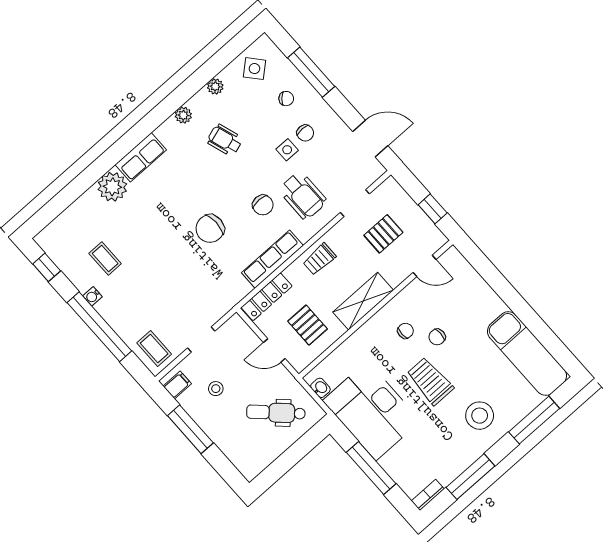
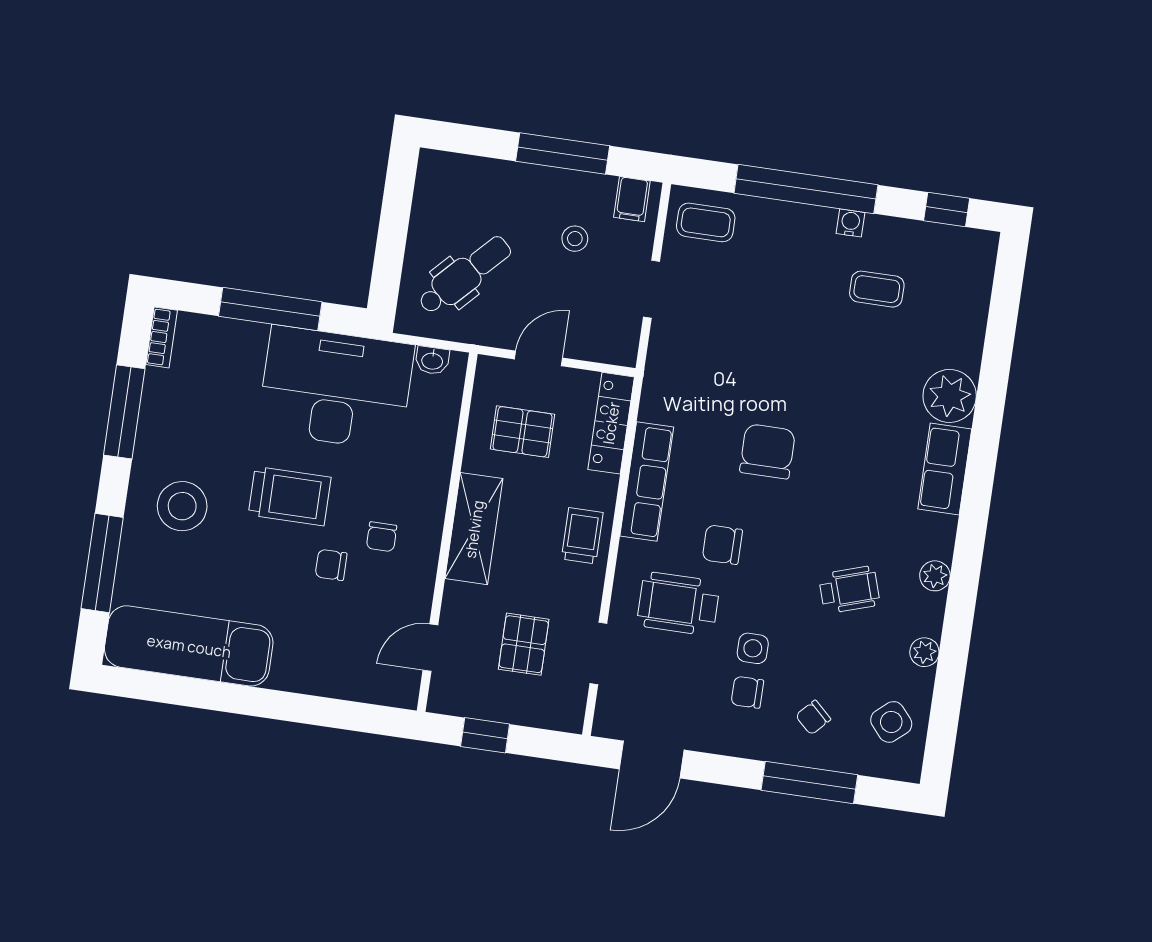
chair: (437, 337) -> (331, 565), turned -90

